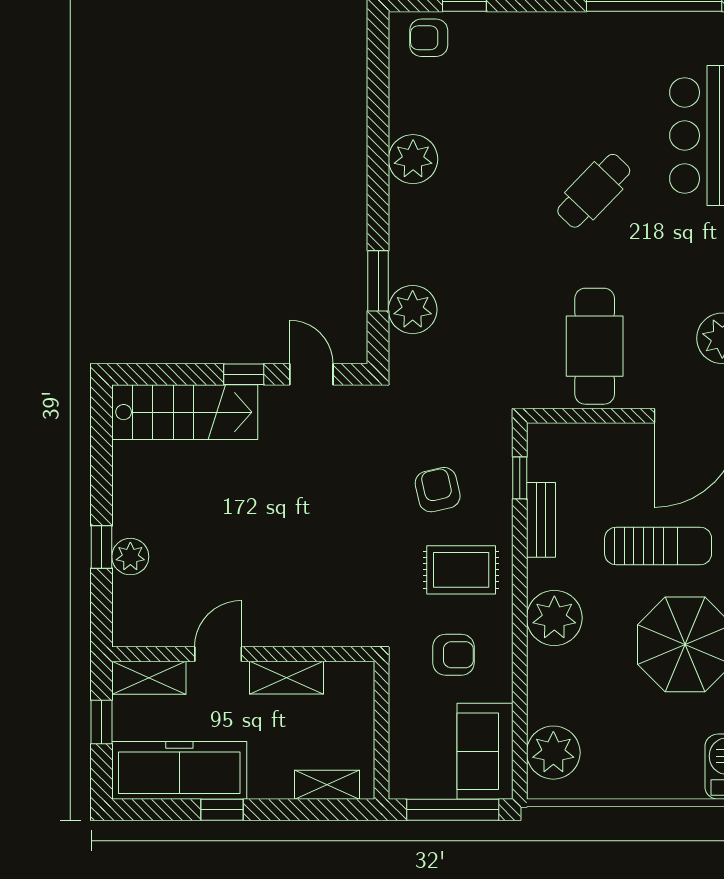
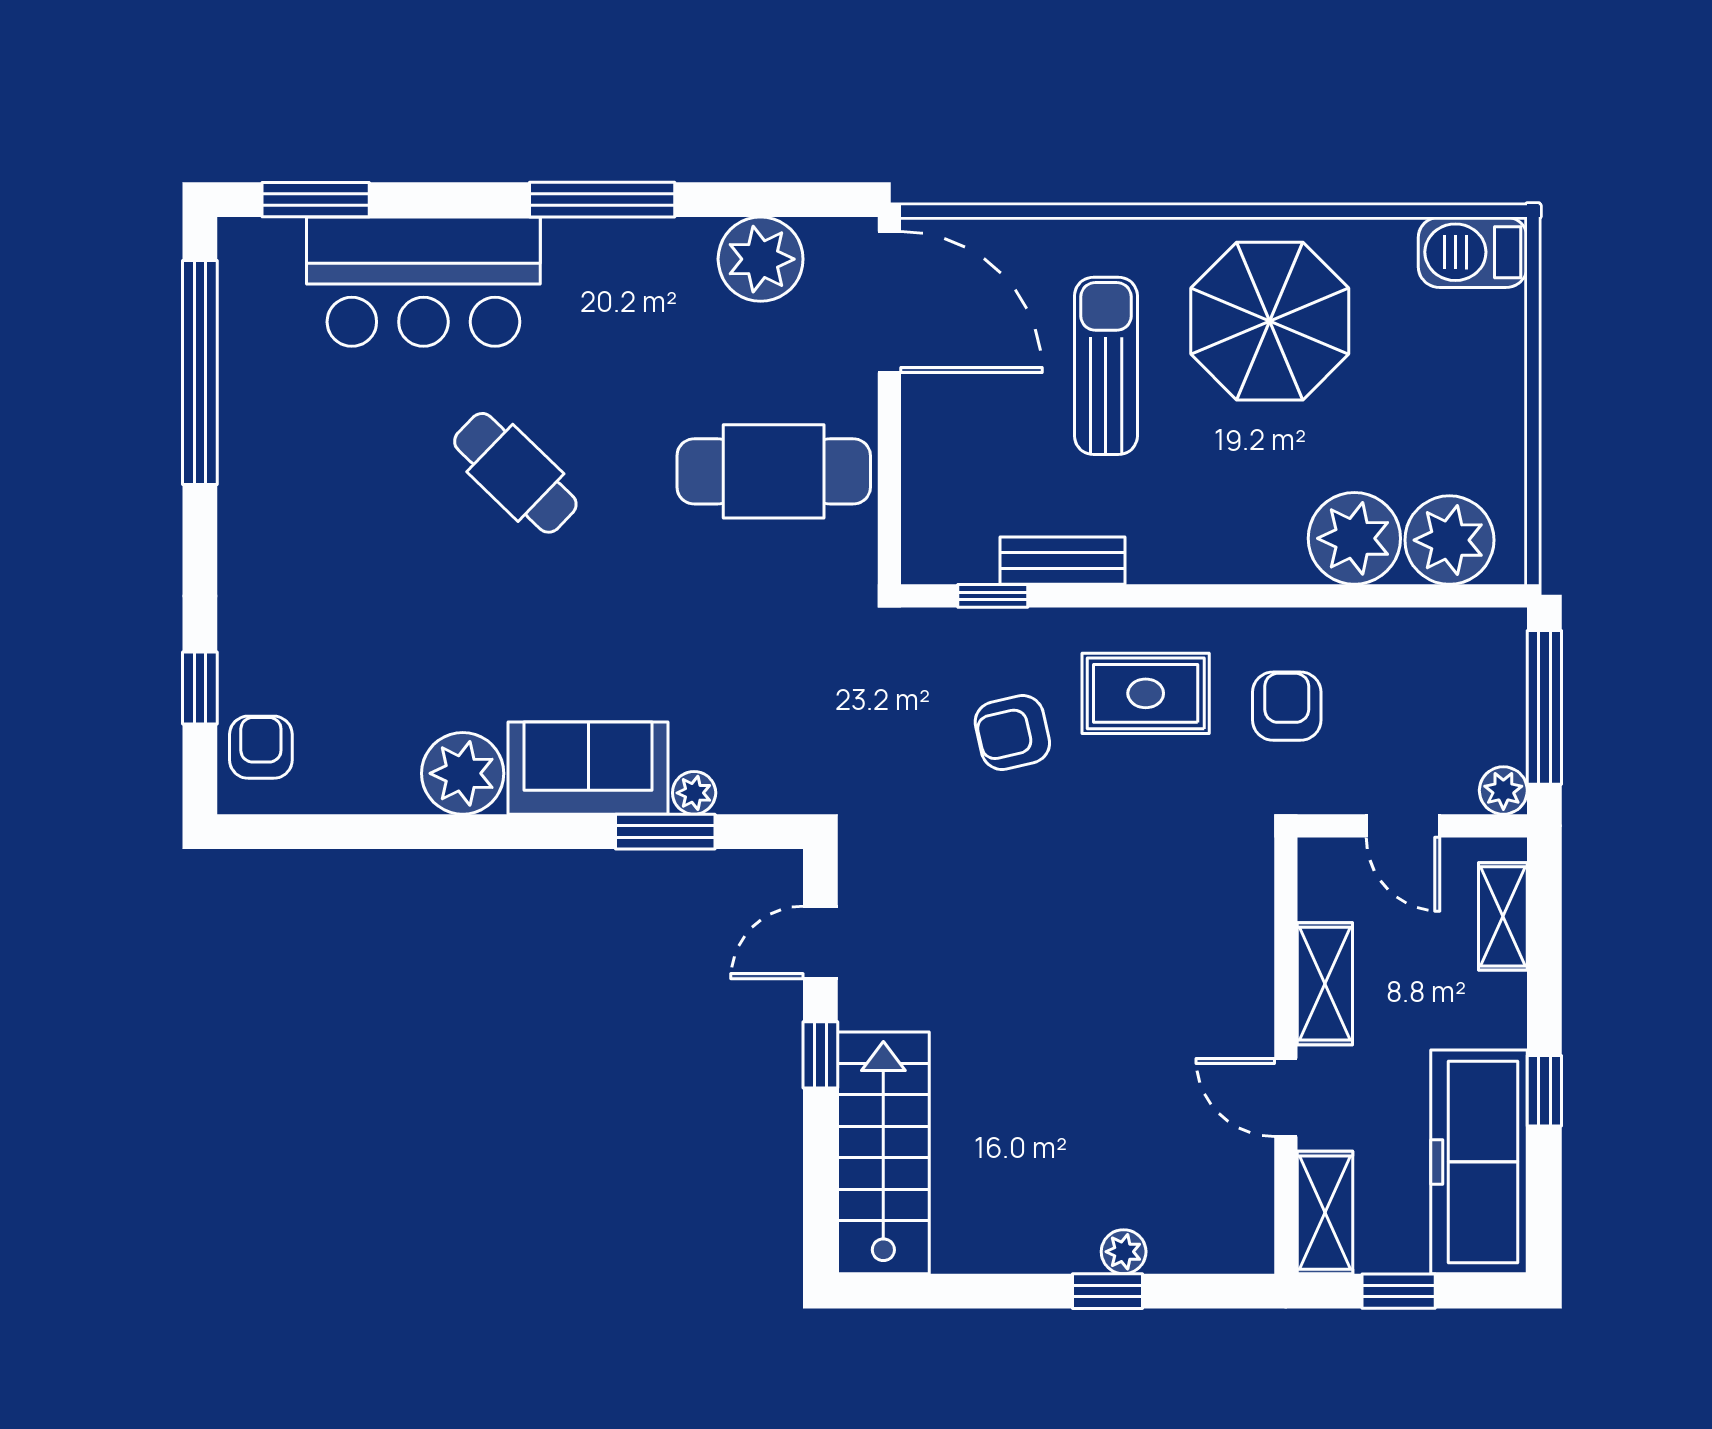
armchair: (429, 38) -> (261, 747), turned 180
plant: (413, 310) -> (694, 793), width x0.53, depth x0.53
plant: (130, 557) -> (1124, 1252), width x0.73, depth x0.73
rug: (461, 570) -> (1146, 693), turned 90
plant: (554, 618) -> (1354, 538), moved
door: (381, 725) -> (1403, 826), added
sofa: (485, 751) -> (588, 768), moved, turned 180
plant: (403, 785) -> (1503, 790), added

